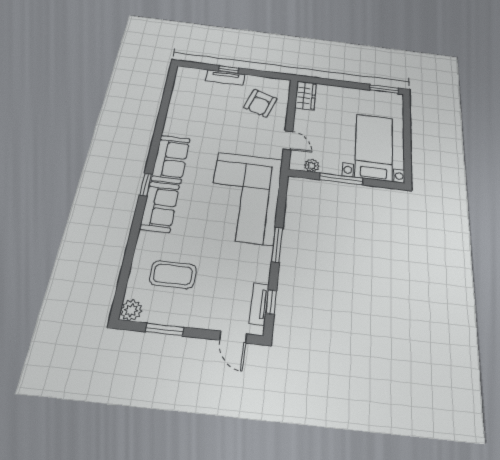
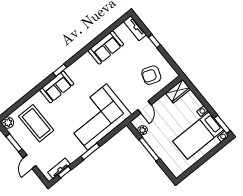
tv unit: (225, 78) -> (135, 28), moved
bed with nightstands: (374, 147) -> (198, 136), moved, turned 180
sofa: (171, 159) -> (106, 47), moved
coffee table: (173, 275) -> (36, 123), width x1.36, depth x1.32
door: (233, 337) -> (30, 162), moved

